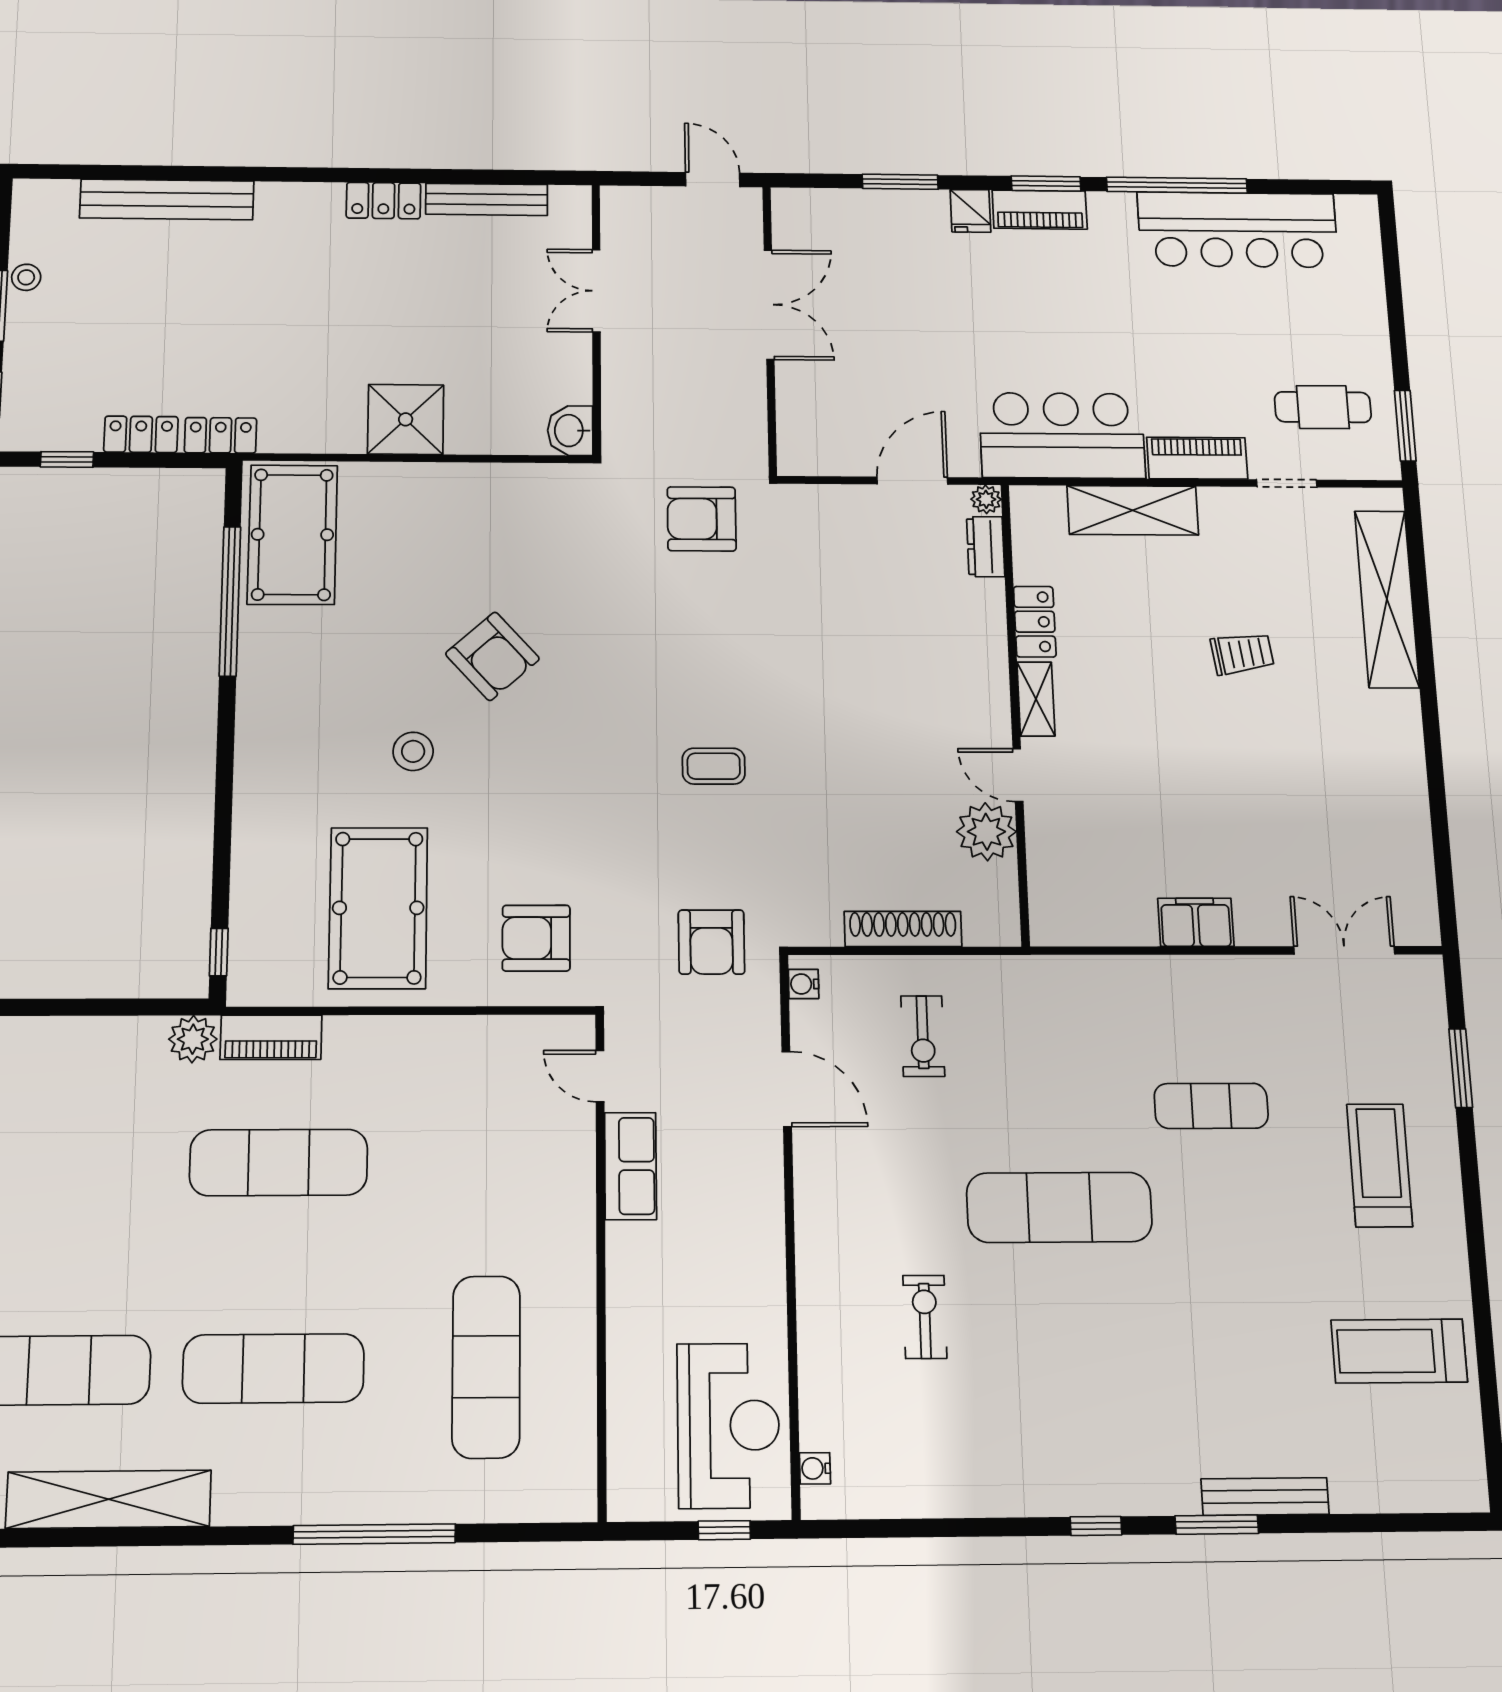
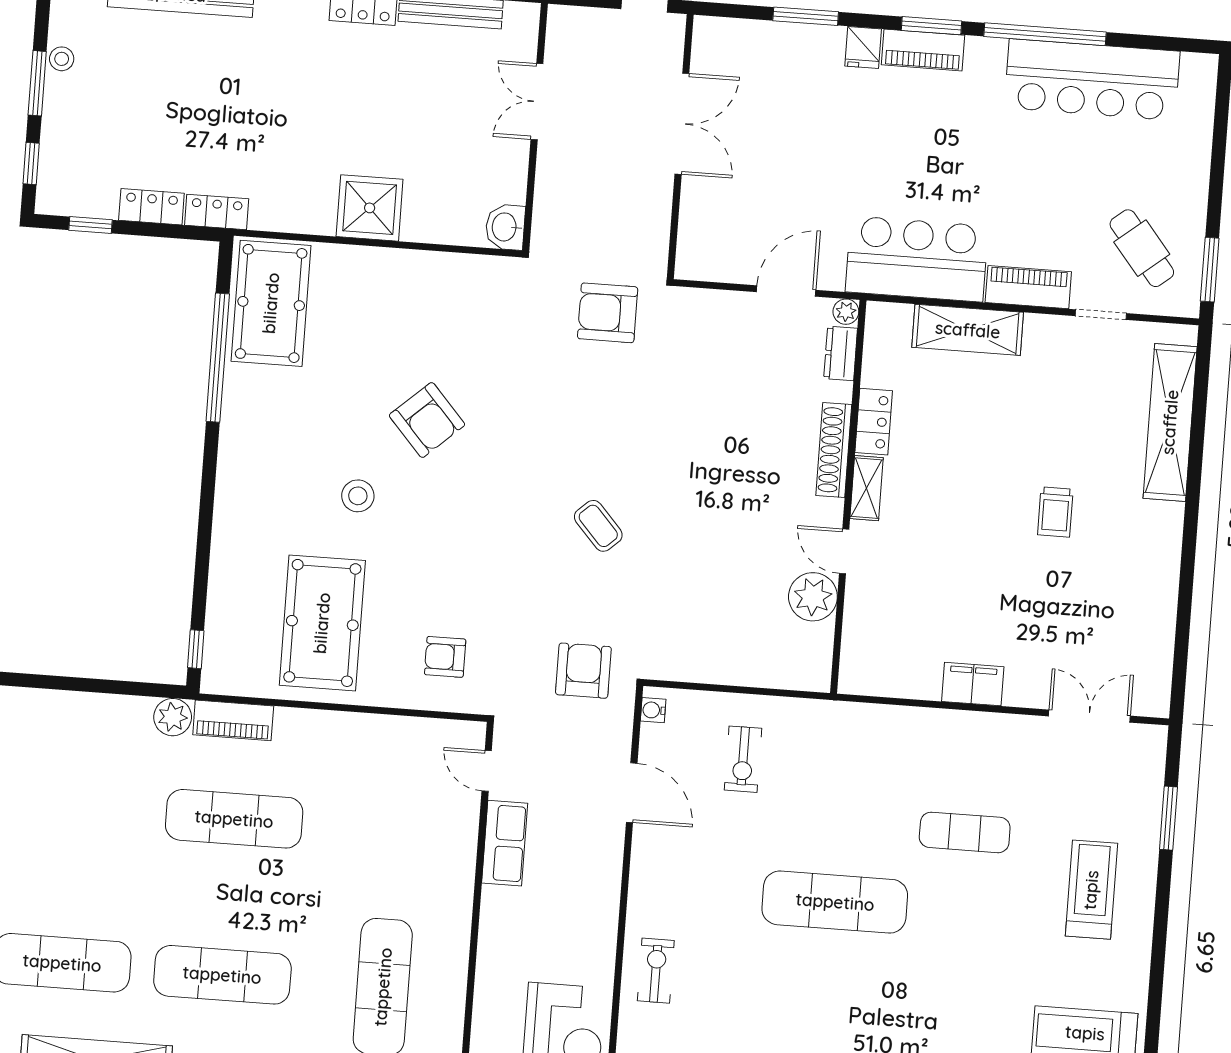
cafe table: (1323, 407) -> (1142, 248), turned 51
trolley: (1242, 654) -> (1055, 512), moved, turned 98
coffee table: (714, 766) -> (598, 526), turned 48
shoe rack: (903, 929) -> (834, 450), moved, turned -90
armchair: (536, 938) -> (445, 657), width x0.72, depth x0.72
armchair: (711, 942) -> (583, 671), turned 180
exercise bike: (925, 1317) -> (656, 971), moved

